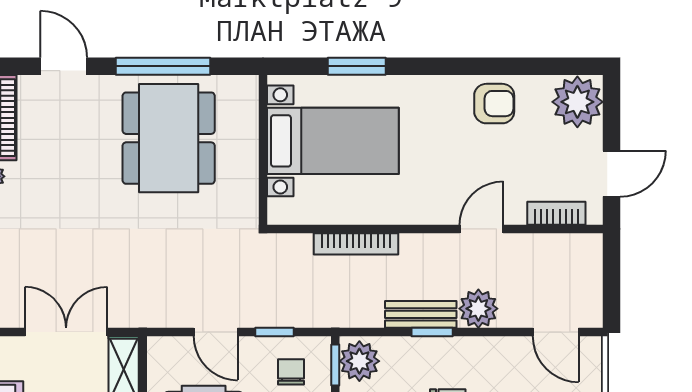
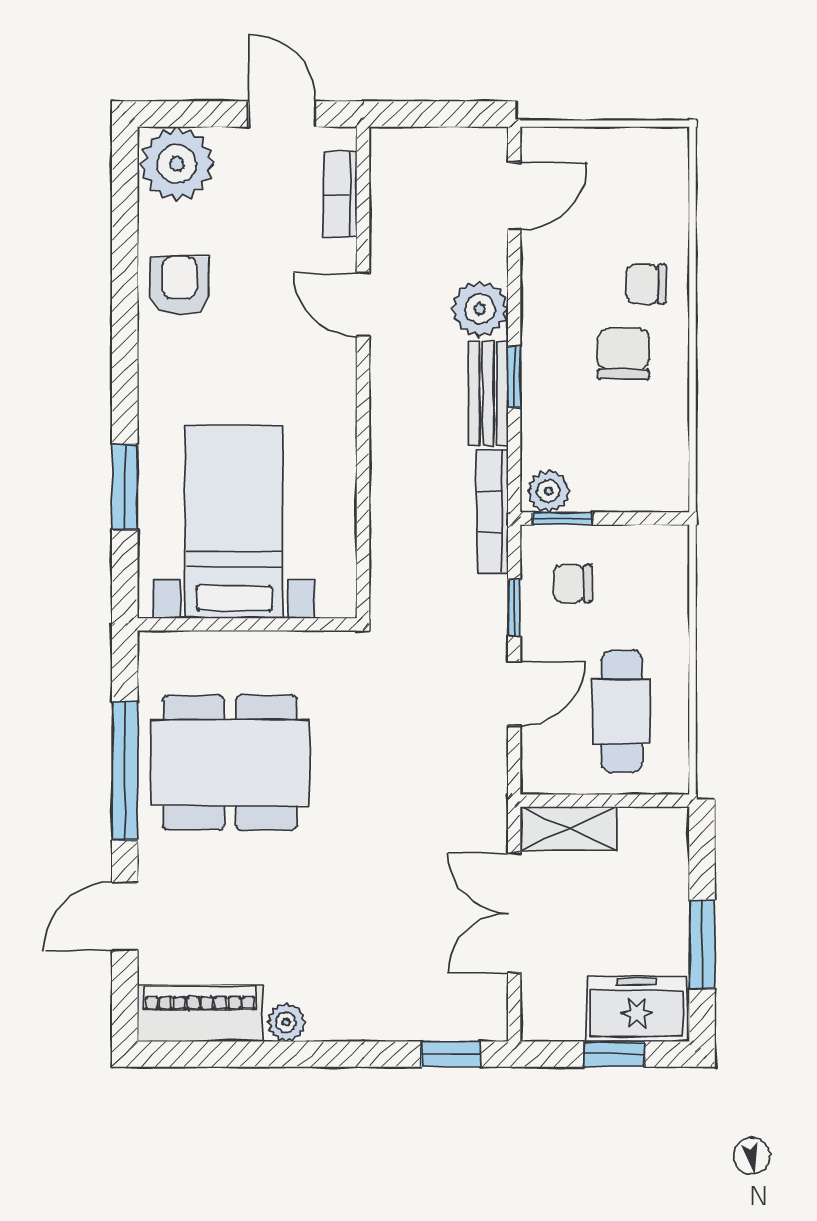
bookcase: (356, 244) -> (492, 511), moved, turned 180
plant: (359, 361) -> (549, 491), width x0.73, depth x0.73

